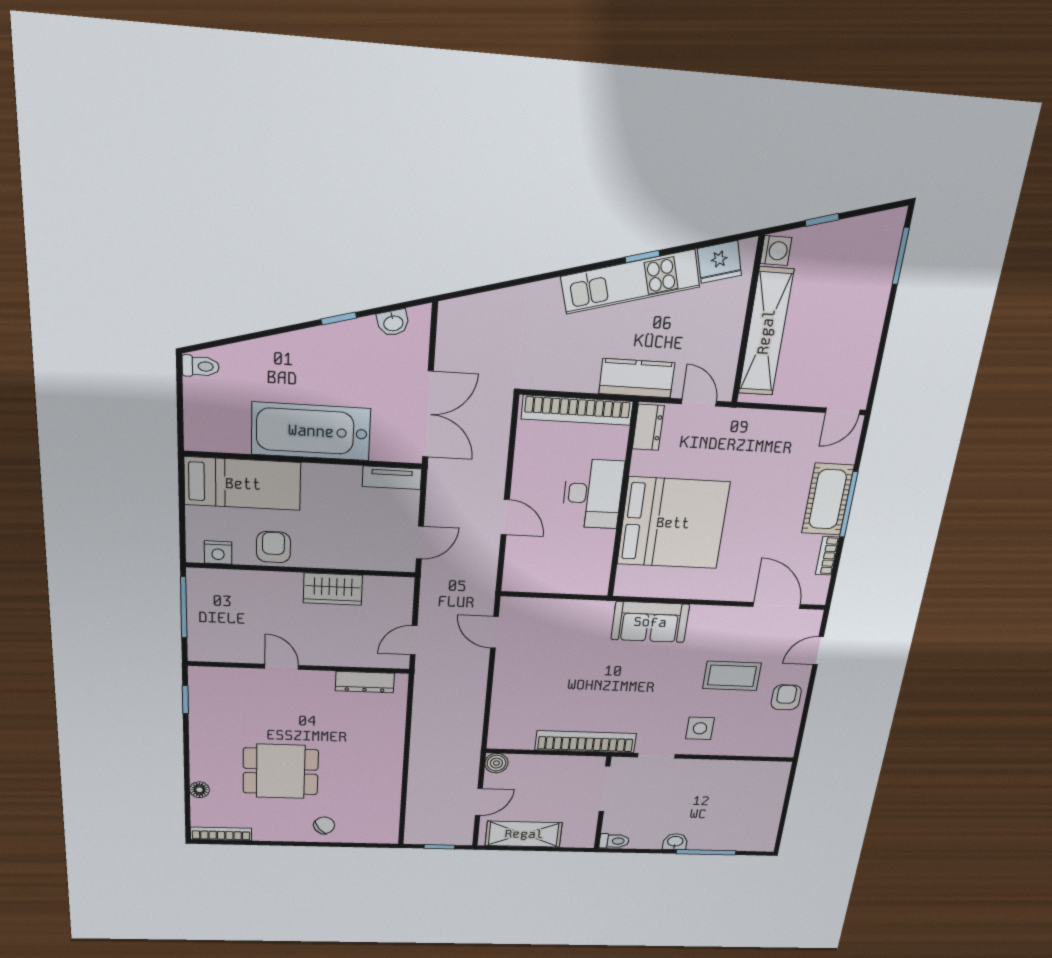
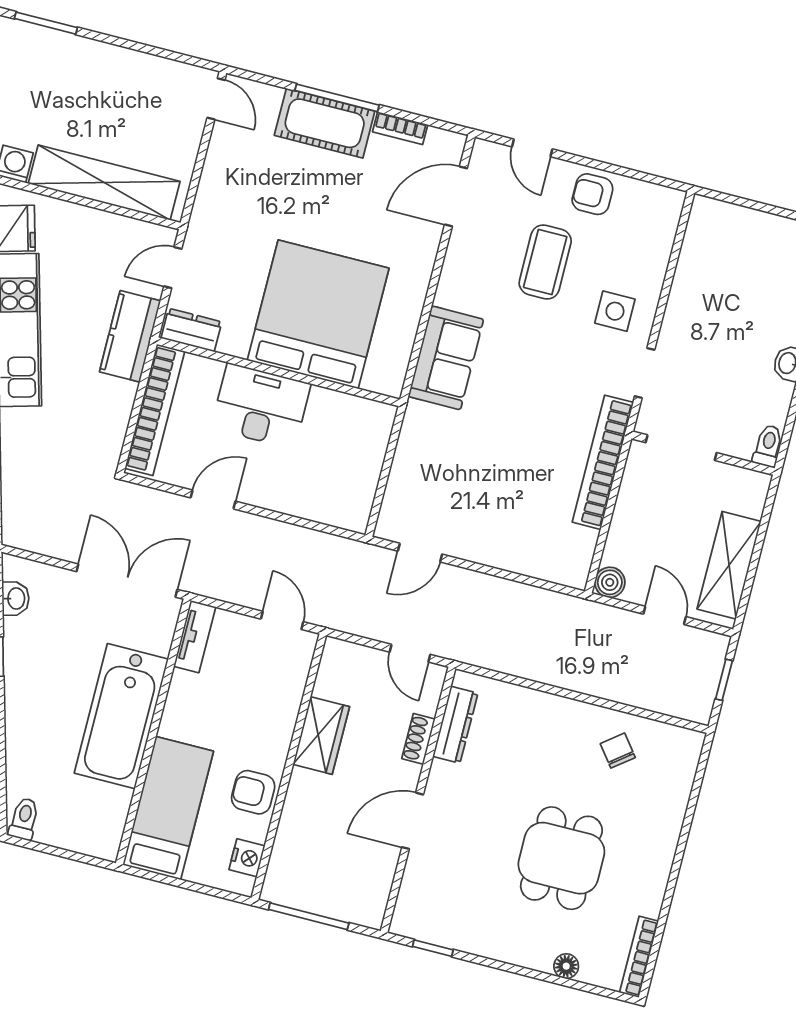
door: (505, 517) -> (213, 499), moved
shoe rack: (347, 659) -> (418, 739), added
door: (282, 667) -> (413, 821), width x1.38
chair: (324, 825) -> (618, 751), moved

